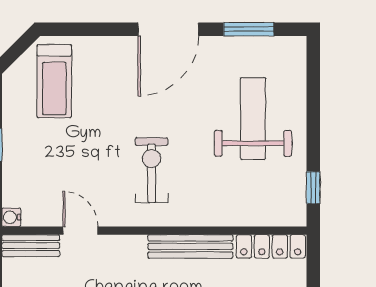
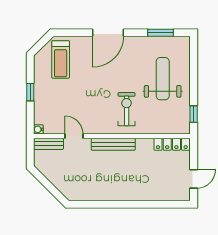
door: (168, 29) -> (108, 33), moved
exercise bike: (152, 170) -> (127, 109), moved
bench: (190, 246) -> (113, 144), moved

